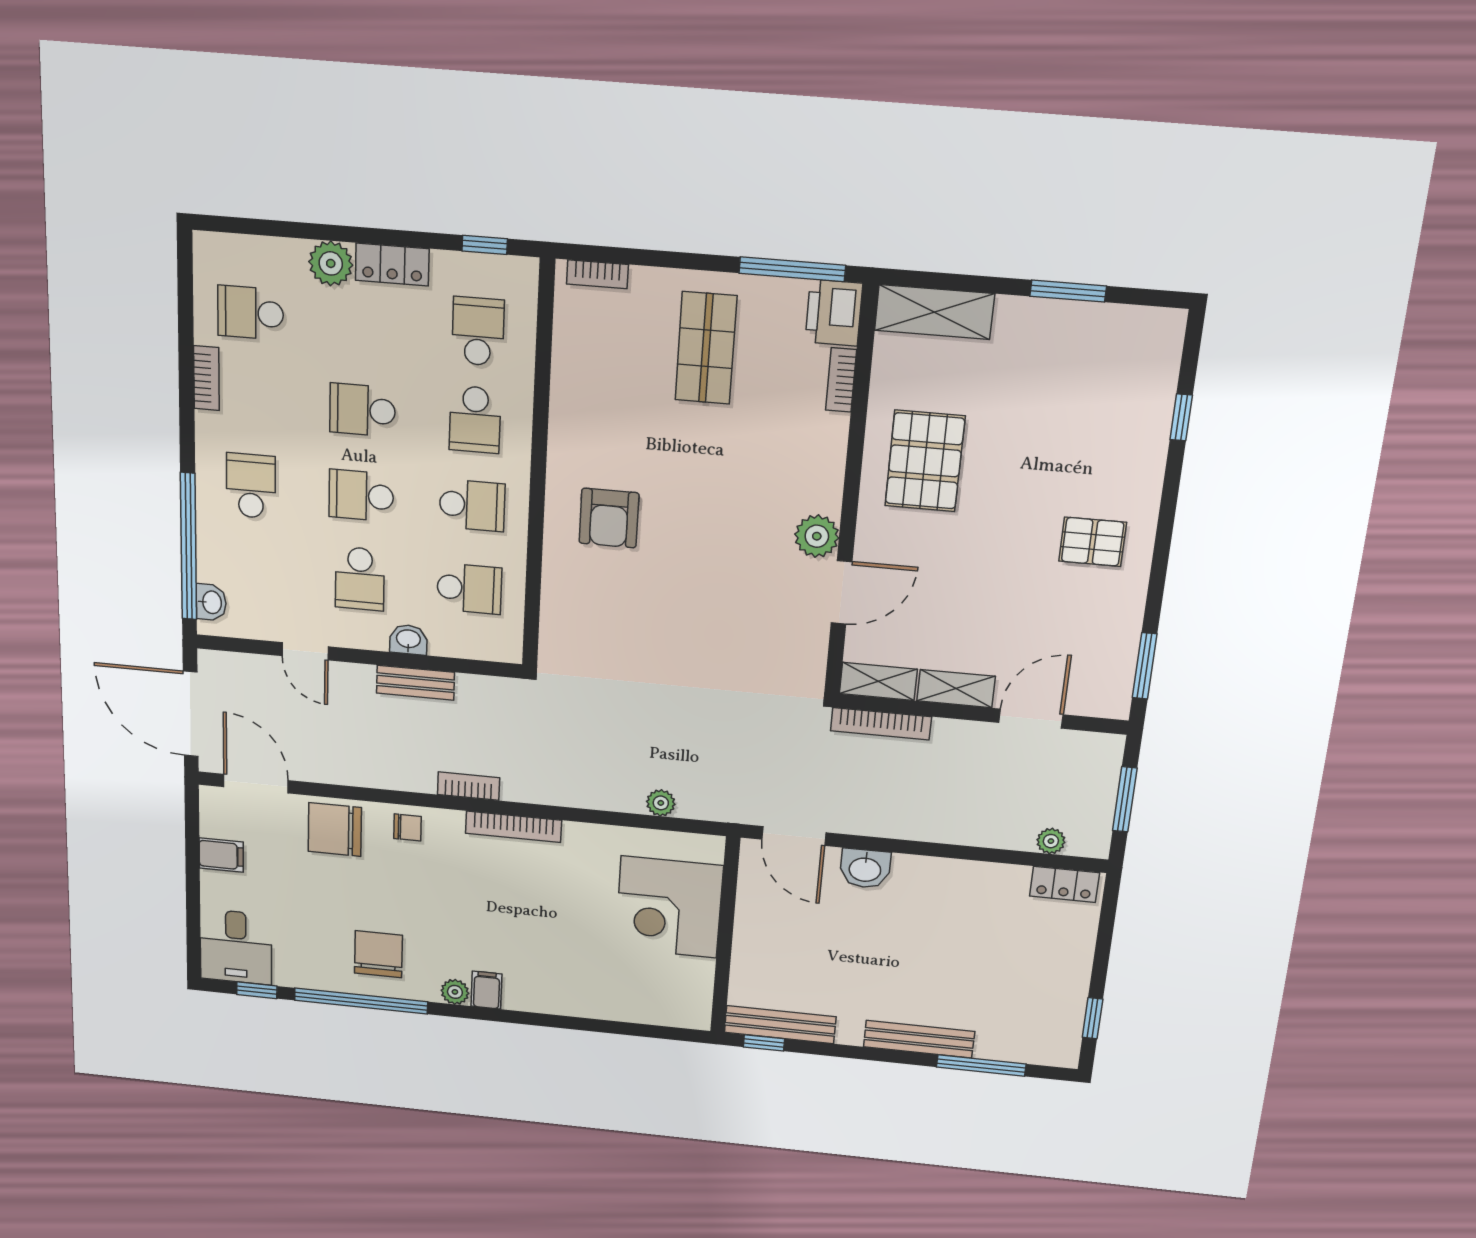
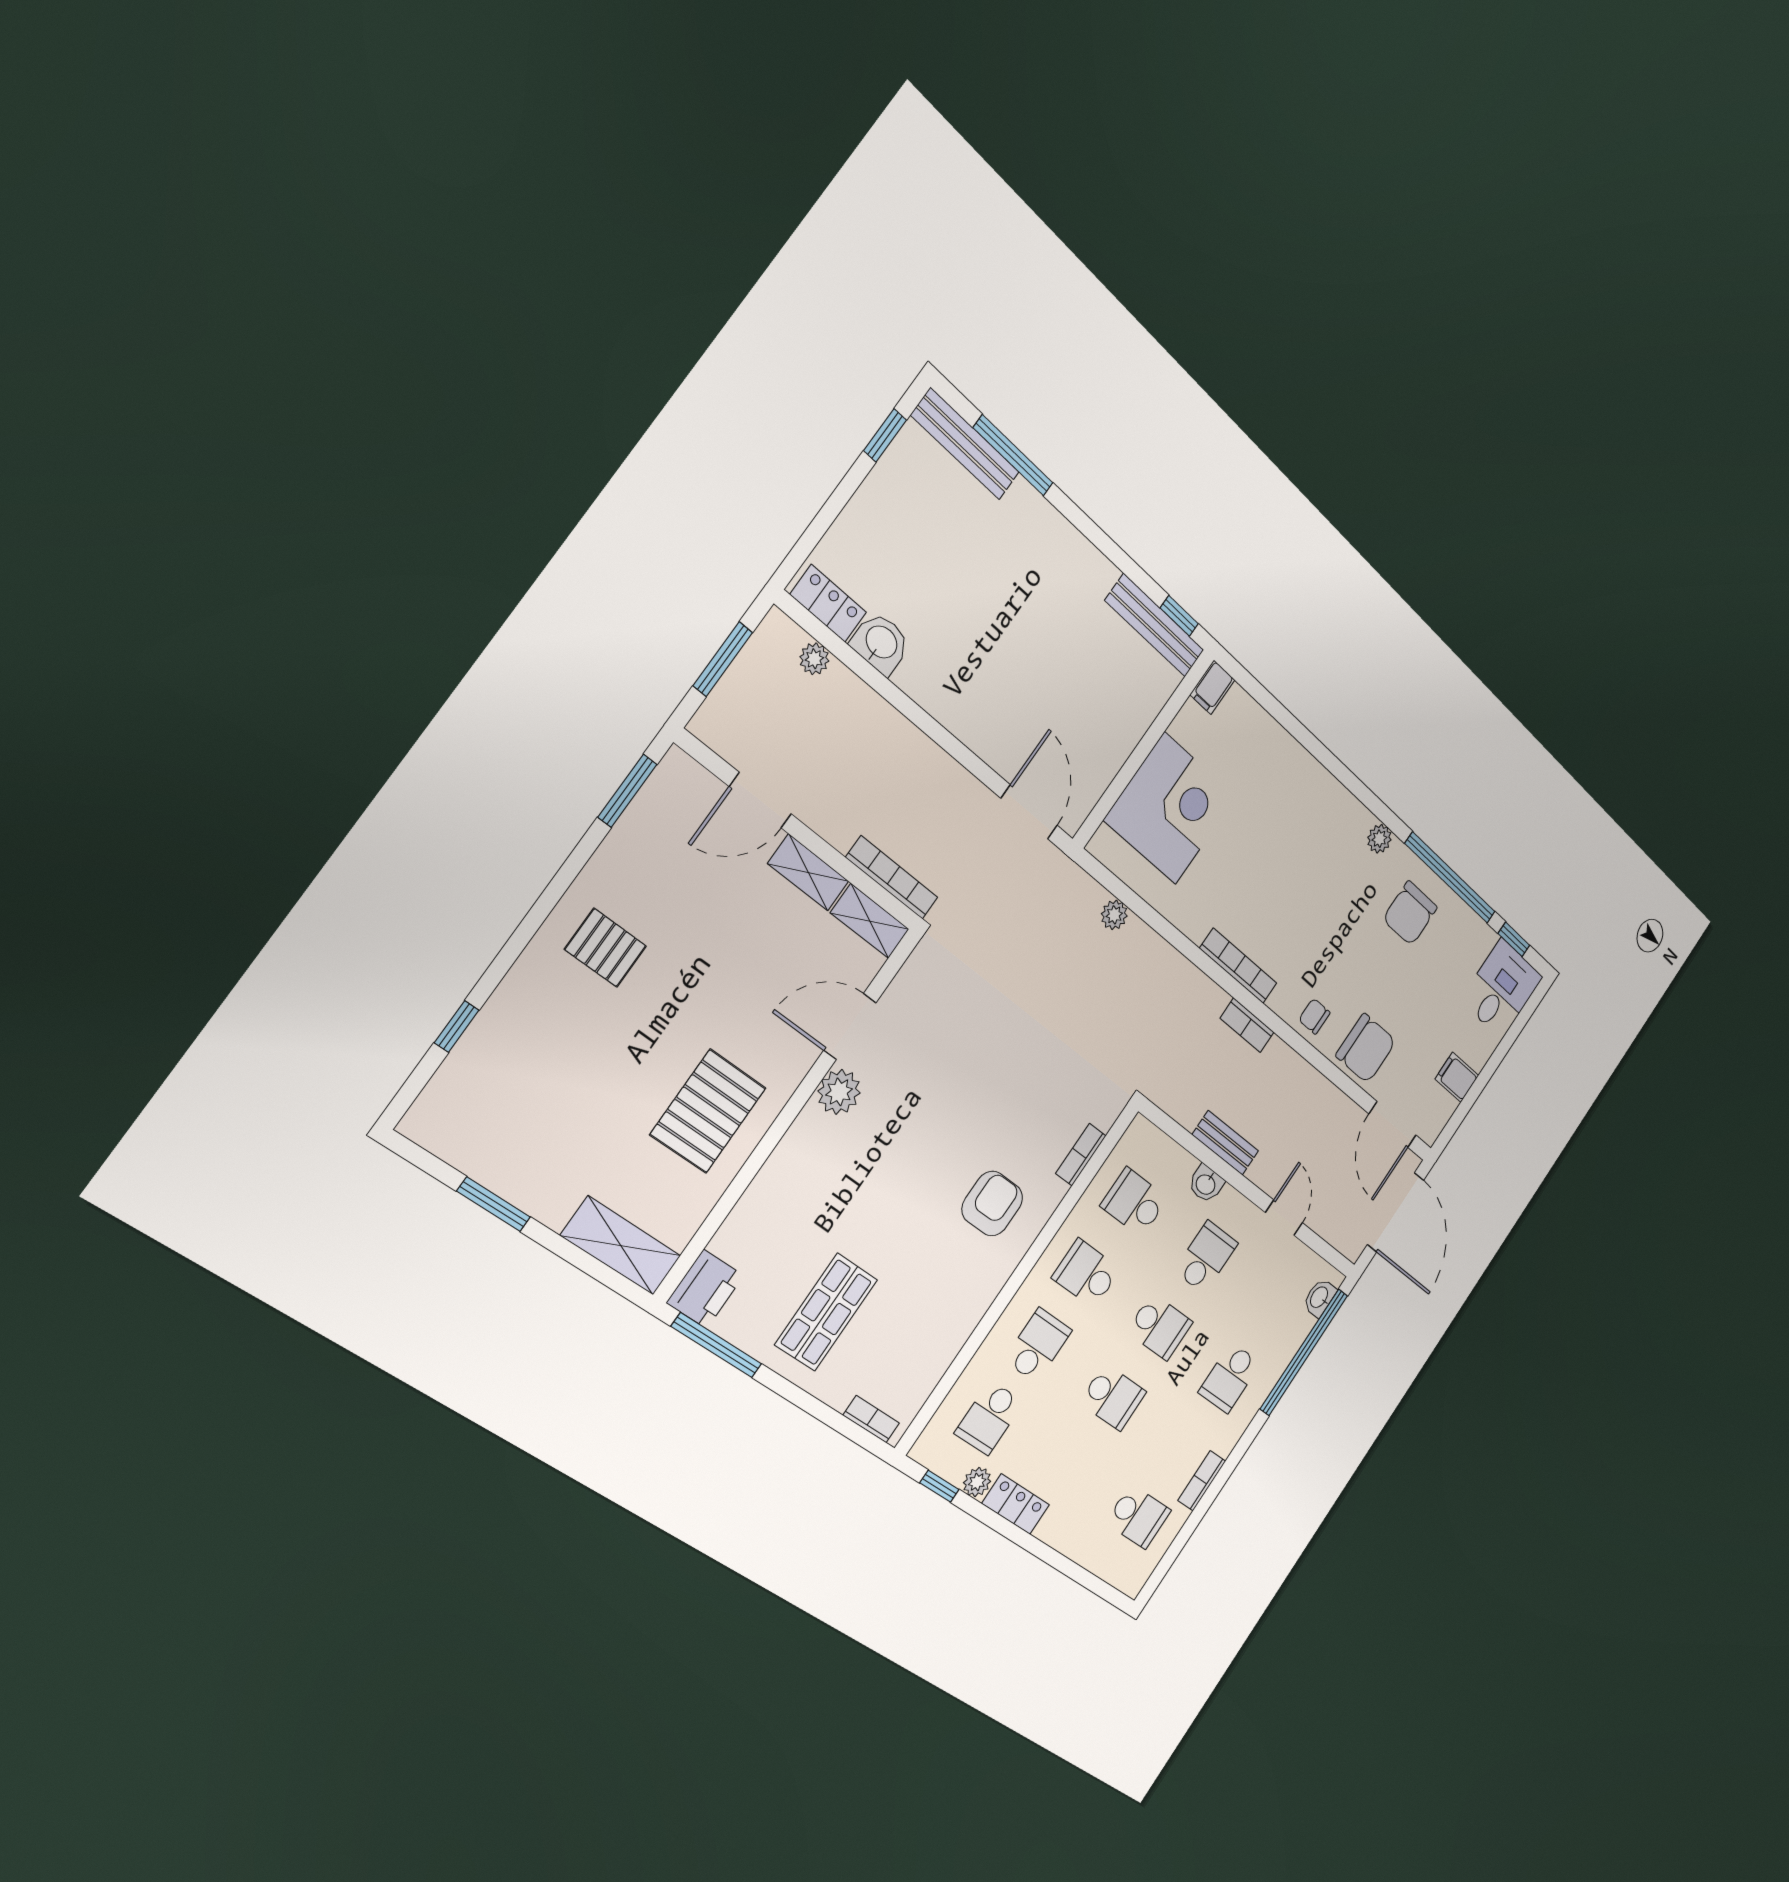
plant: (331, 263) -> (977, 1482), moved, width x0.73, depth x0.73
bookcase: (841, 380) -> (1081, 1155), moved, turned 180
washbasin: (865, 869) -> (881, 643), moved
filing cabinet: (487, 990) -> (1212, 687), moved
bench: (919, 1039) -> (965, 444), moved

